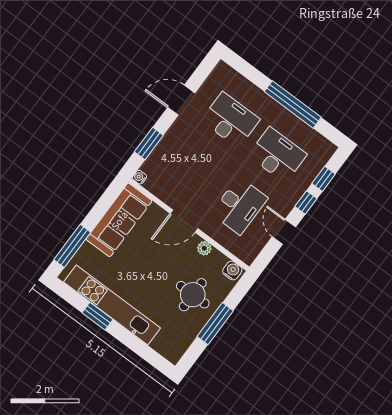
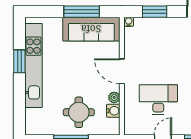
desk: (239, 206) -> (158, 100), turned 180
window: (72, 246) -> (82, 12), moved
water cooler: (232, 271) -> (113, 111), moved

